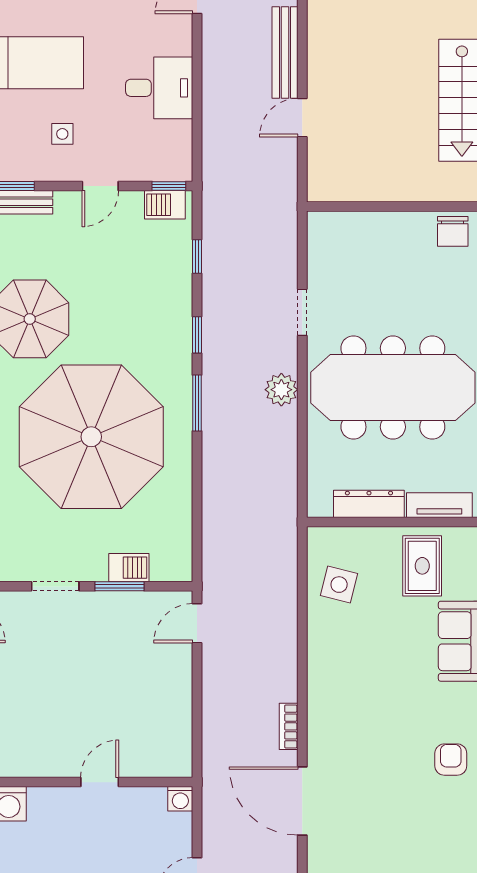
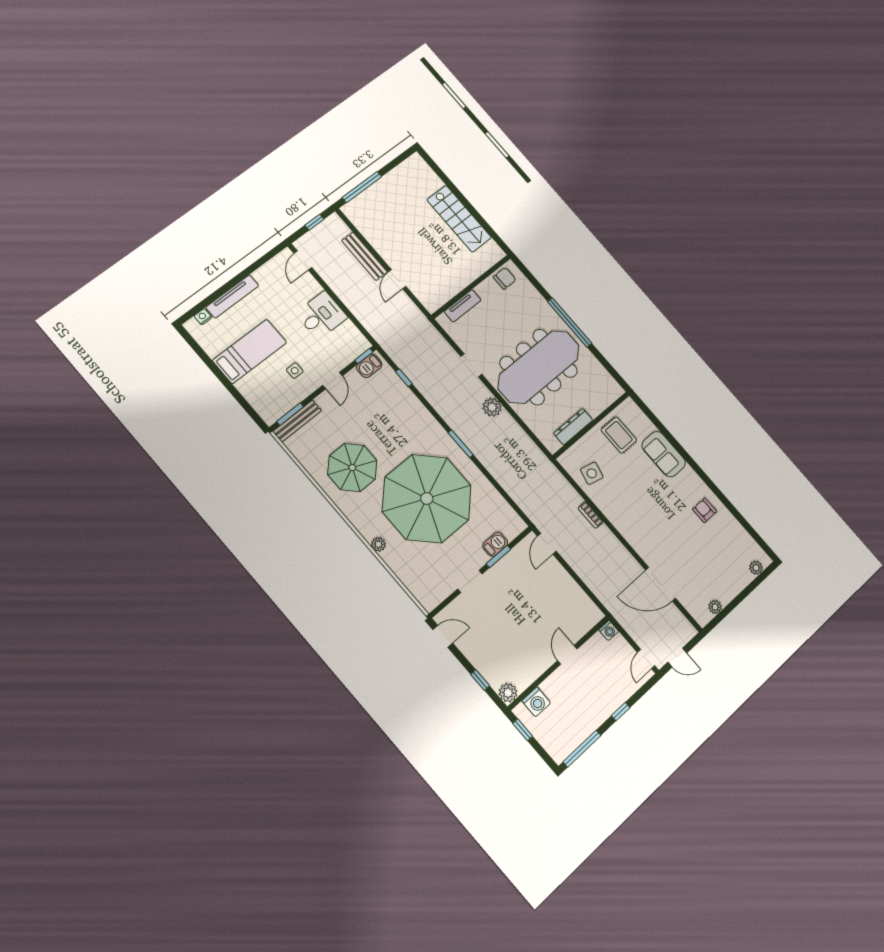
chair: (453, 231) -> (505, 278), turned -90
window: (197, 335) -> (434, 413), removed
tv unit: (439, 505) -> (463, 306), moved, turned 180
bookcase: (289, 726) -> (591, 515), moved

